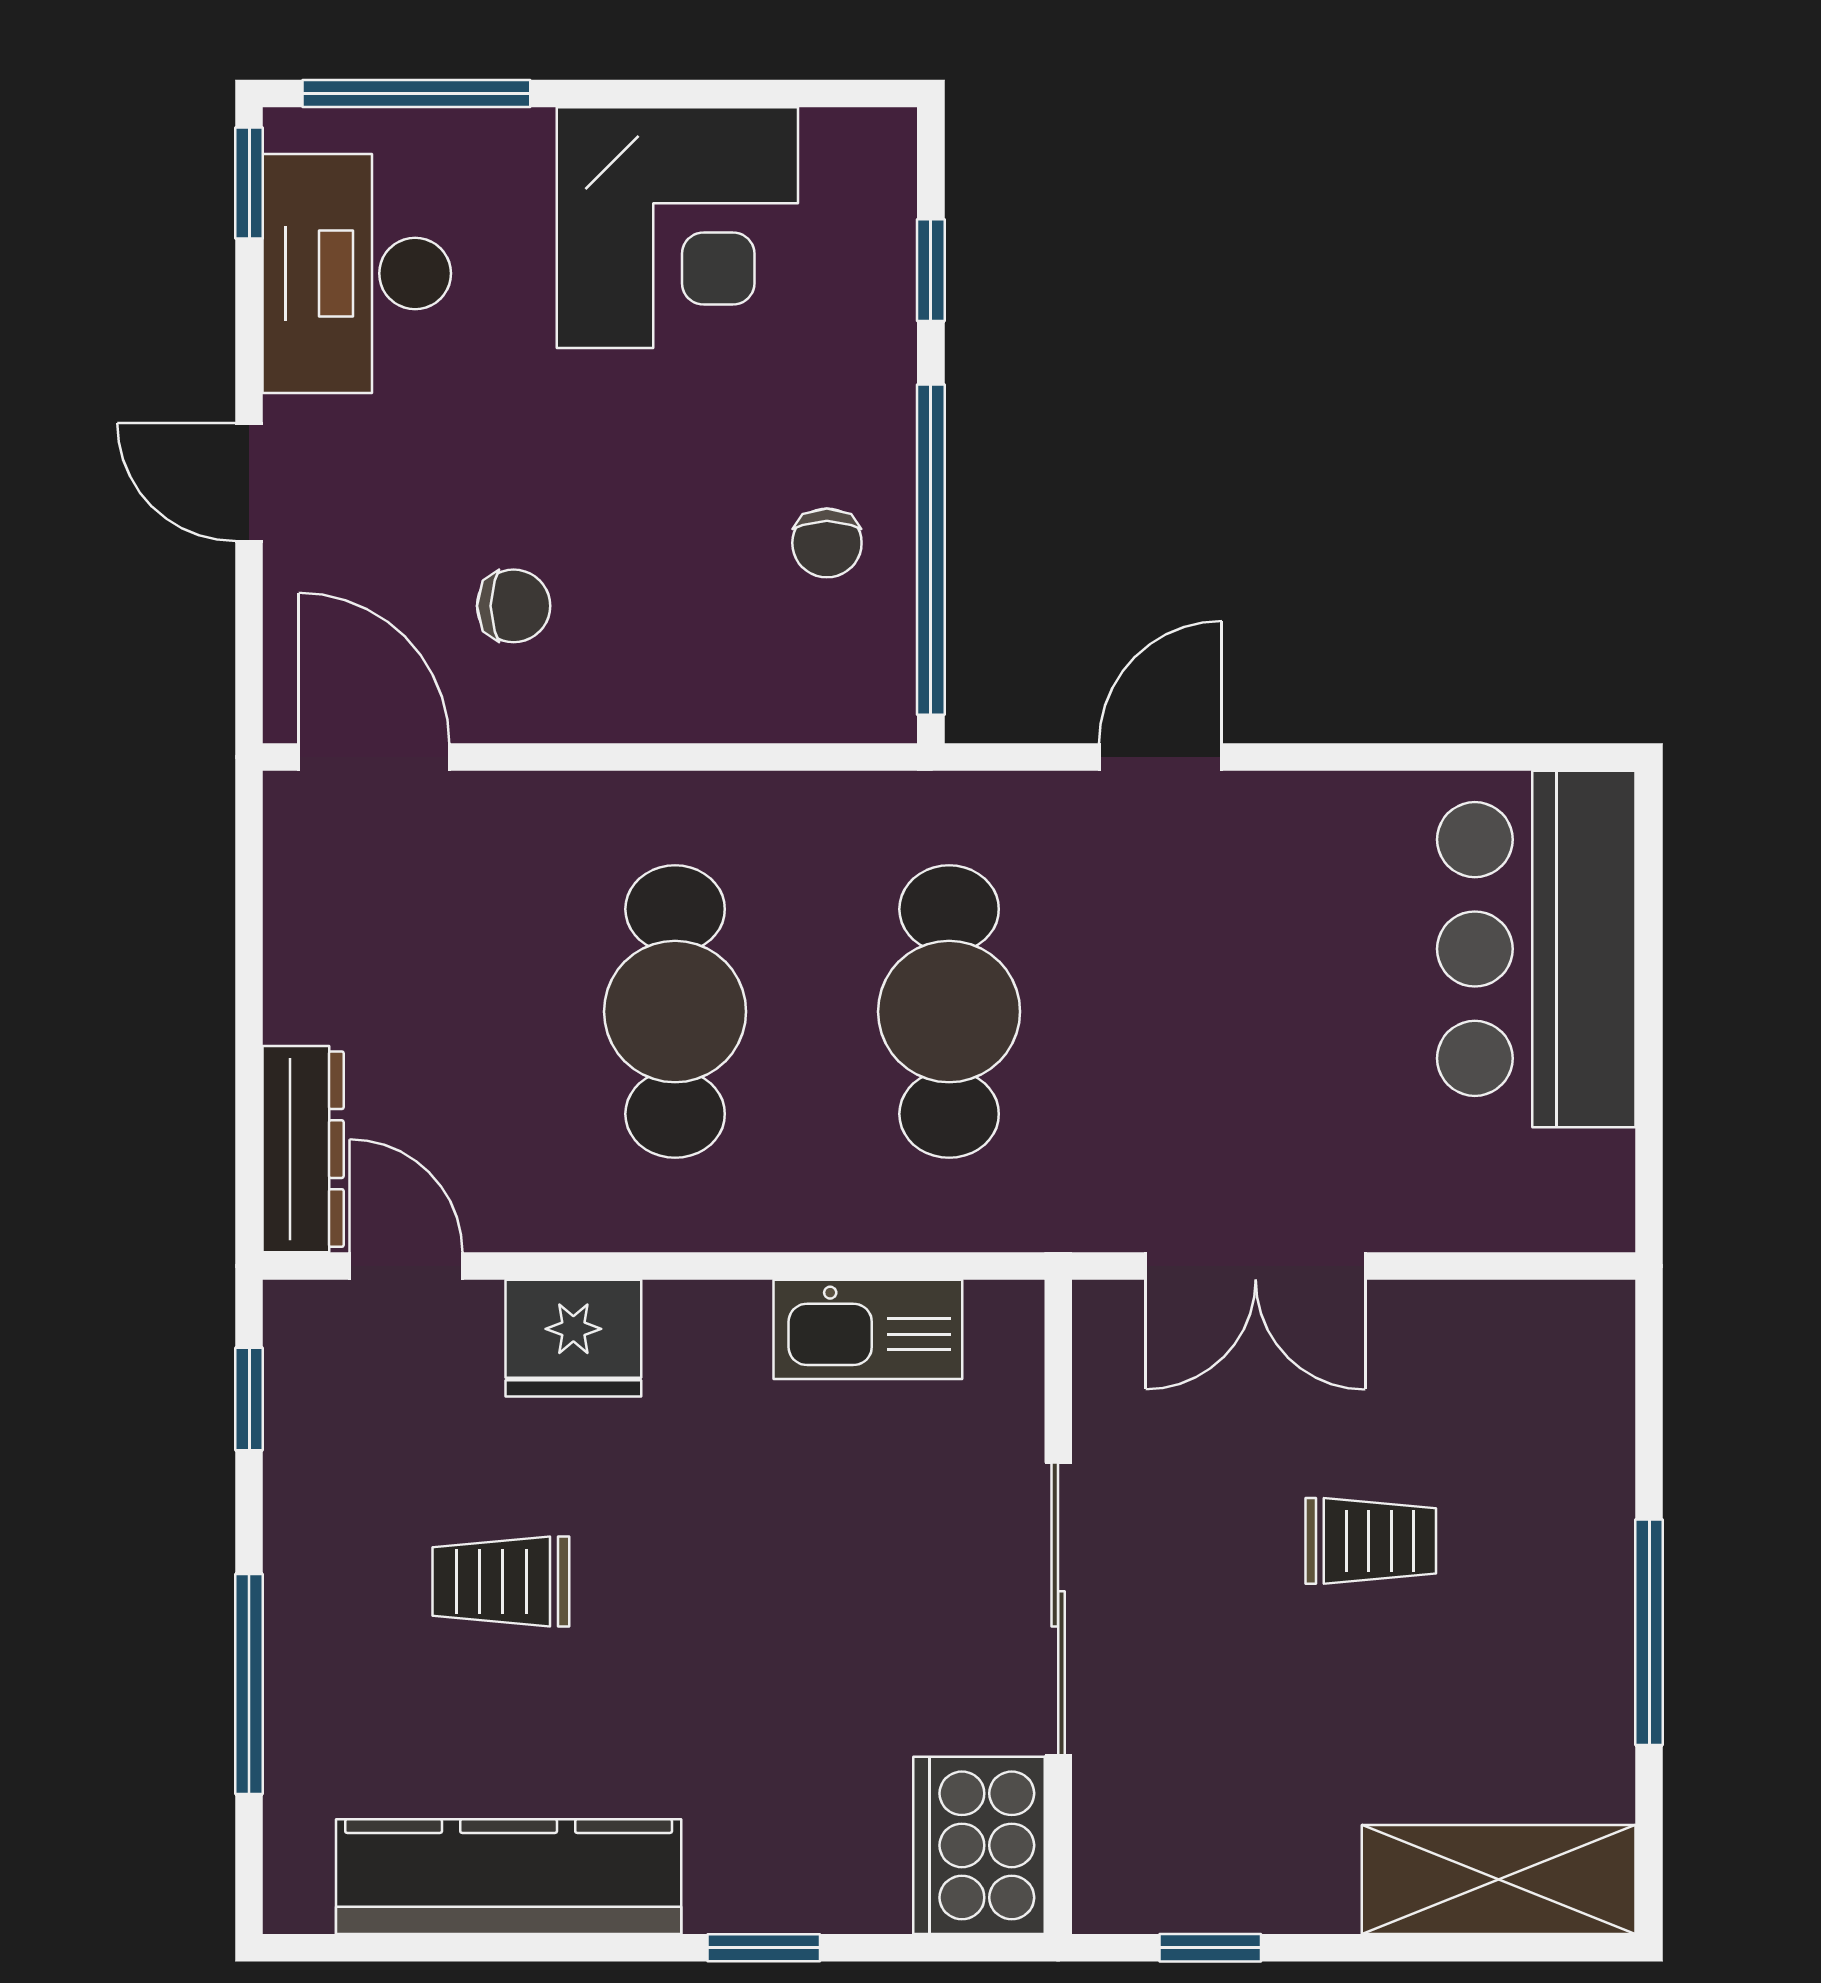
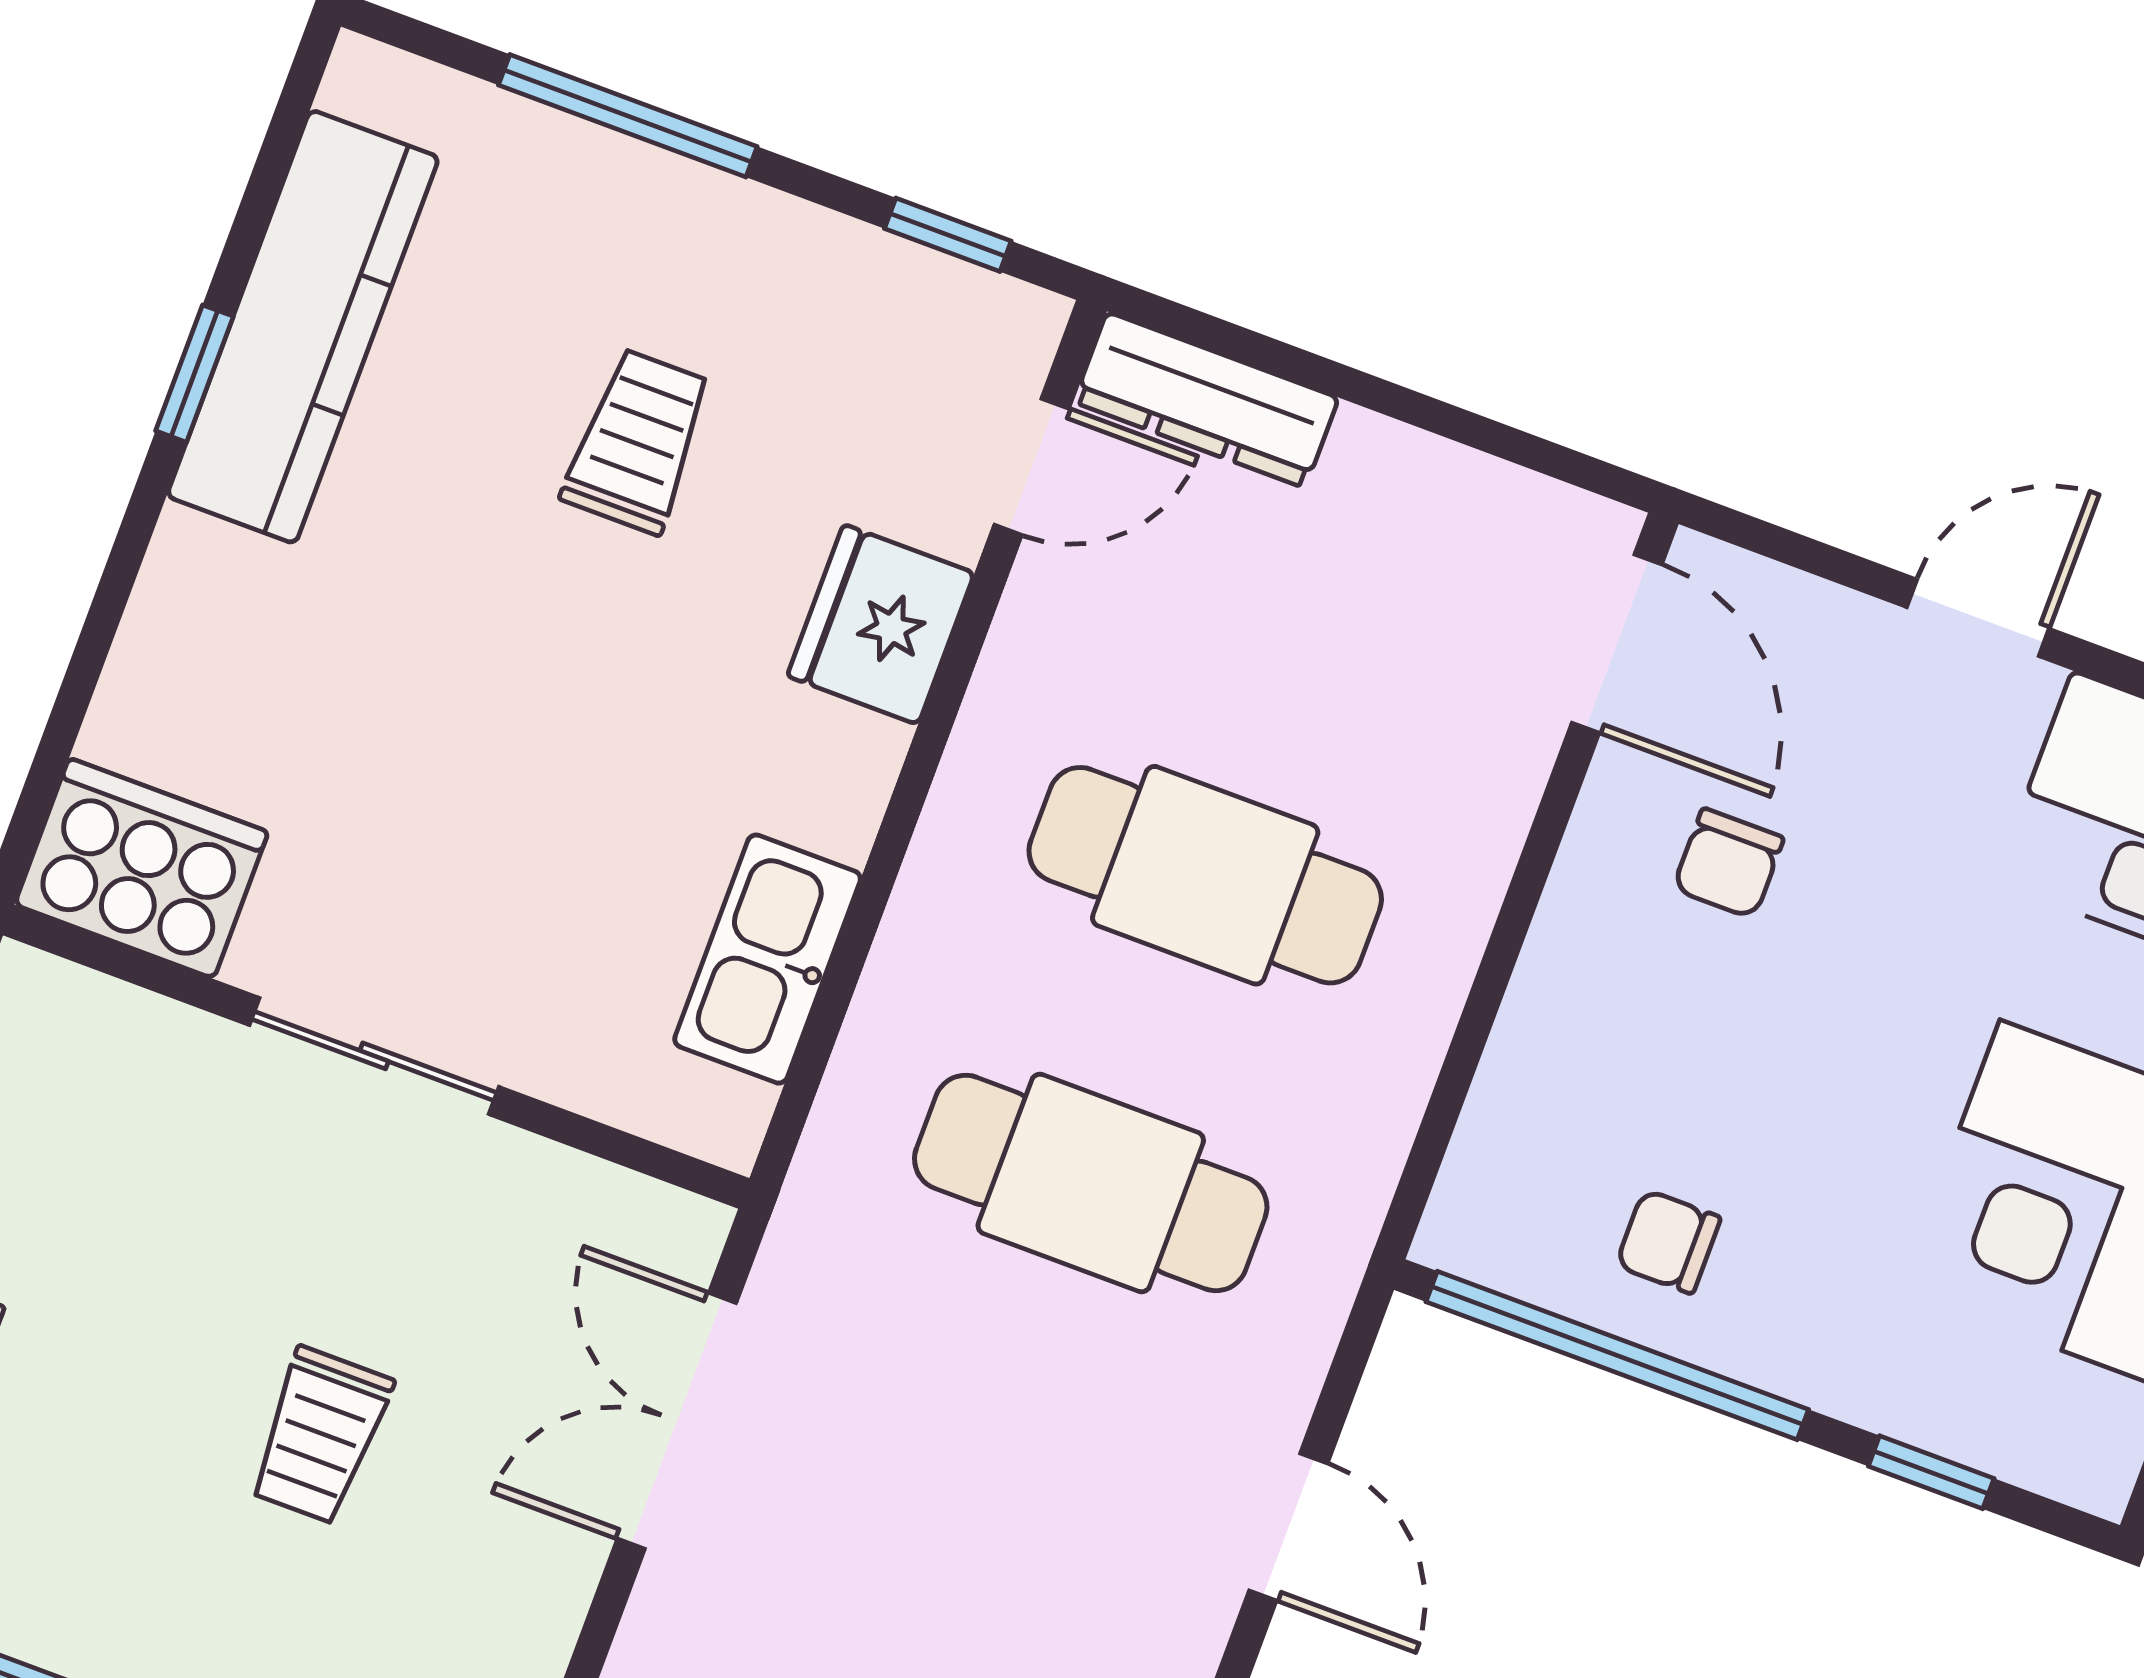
door: (374, 757) -> (1617, 643), hinge flipped
sliding door: (1058, 1609) -> (374, 1056), width x0.73
window: (764, 1948) -> (194, 374), moved

